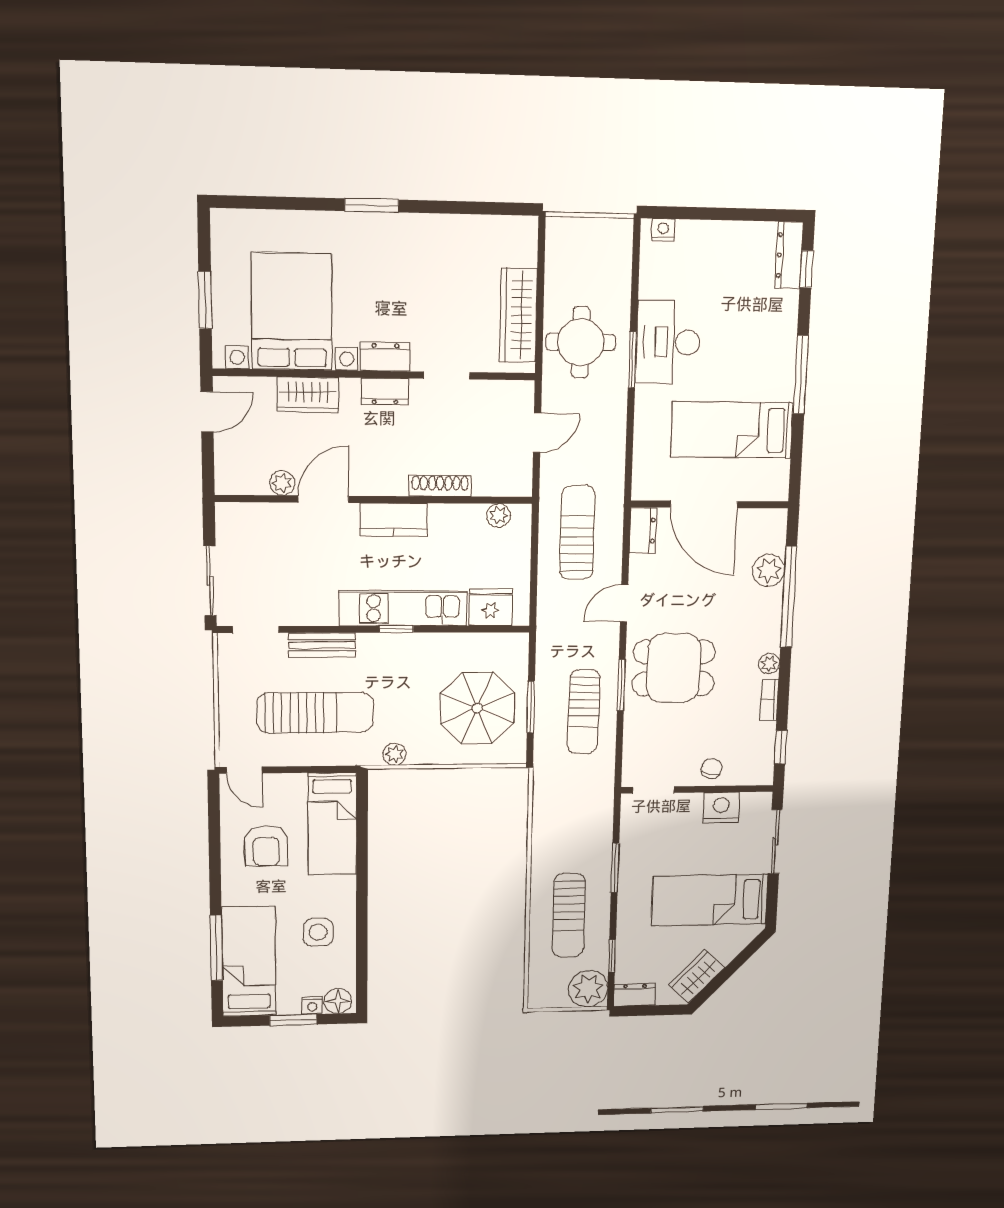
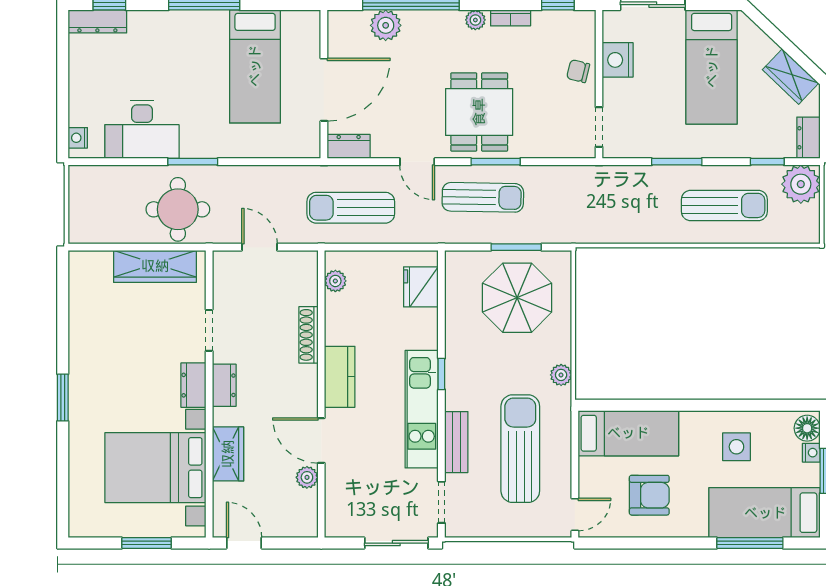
desk: (668, 342) -> (142, 129), moved
kitchen unit: (403, 608) -> (422, 409), moved
sun lounger: (584, 712) -> (483, 197), moved

